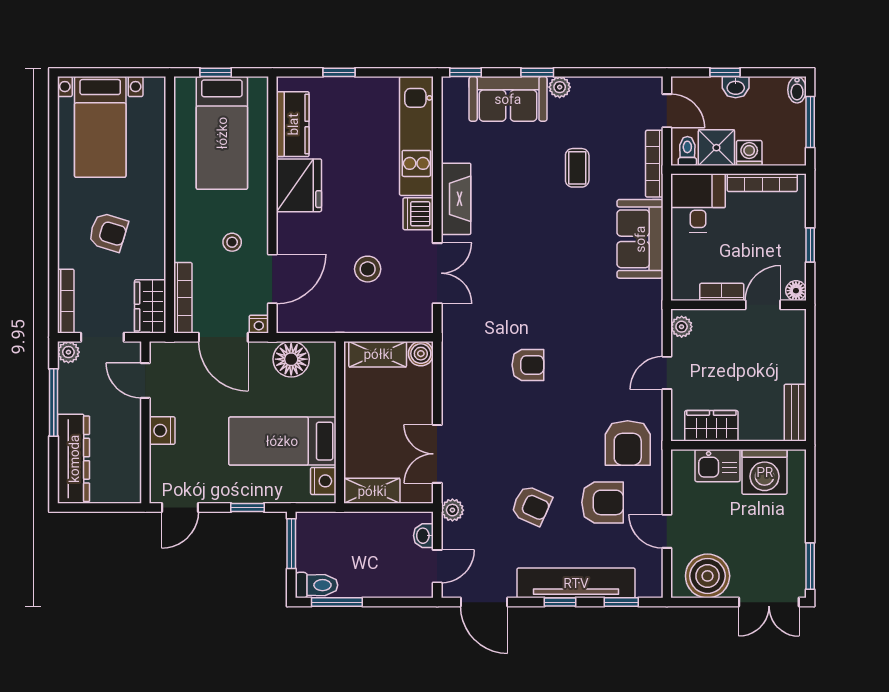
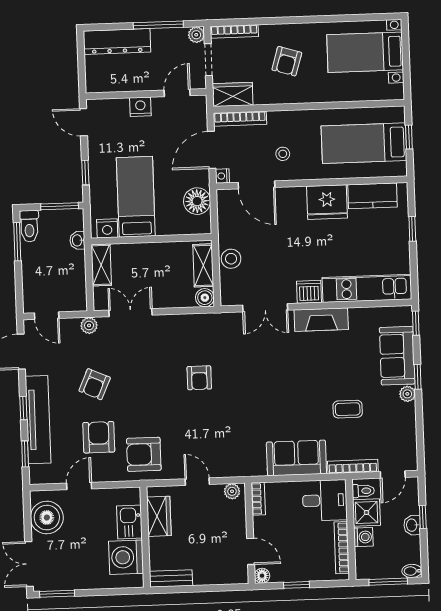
stool: (368, 269) -> (231, 259), moved
bookcase: (722, 292) -> (258, 499), moved
armchair: (603, 502) -> (99, 437), turned 180
washbasin: (423, 536) -> (78, 240), moved, turned -90

